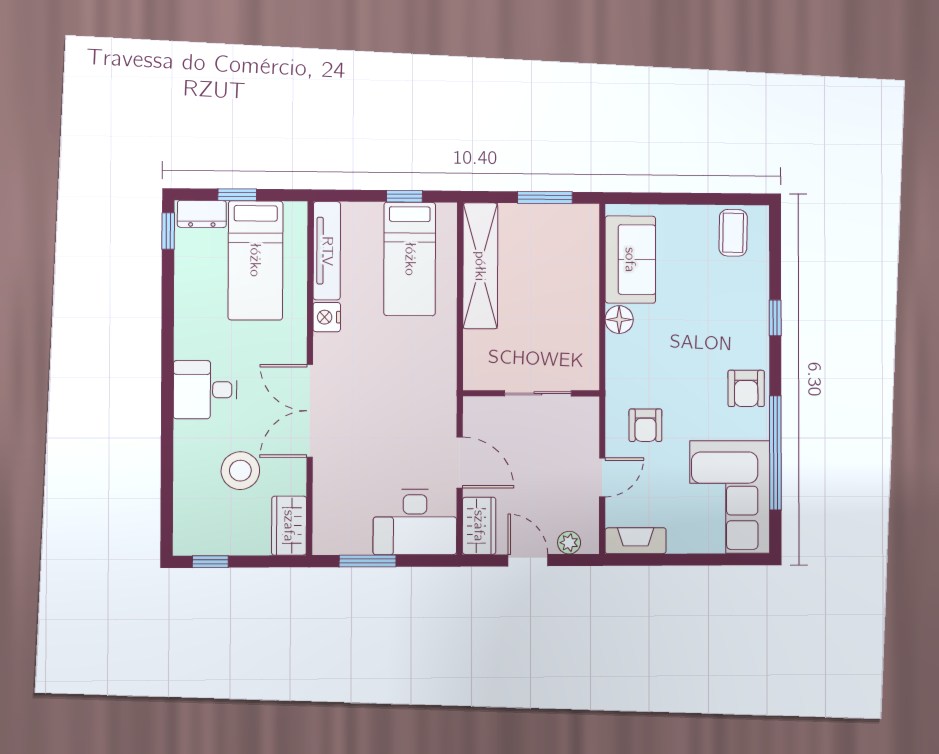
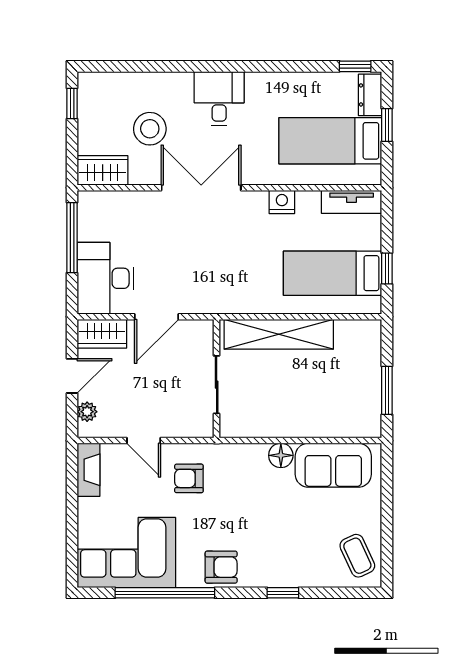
coffee table: (733, 233) -> (357, 556), turned 64
tv unit: (327, 251) -> (352, 202), width x0.71
shelving: (480, 266) -> (279, 334), moved
armchair: (746, 388) -> (221, 567), turned 180
window: (368, 561) -> (72, 238), width x1.44

